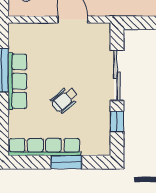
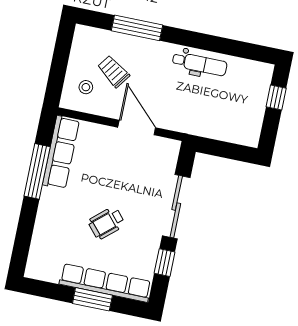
row of seats: (17, 81) -> (61, 152), moved
row of seats: (44, 147) -> (105, 283), moved

